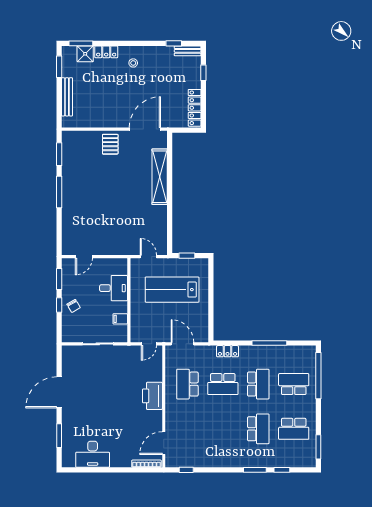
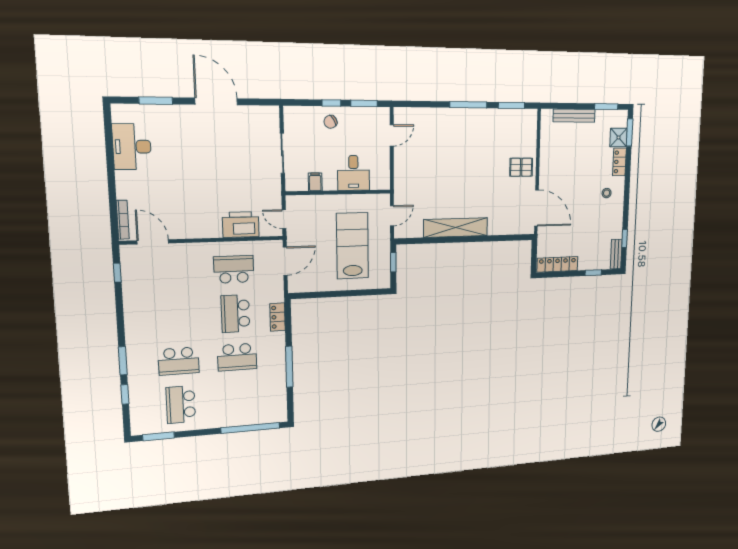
shelving: (160, 177) -> (456, 228), moved
door: (84, 257) -> (392, 135), swing flipped
school desk: (294, 384) -> (239, 400), removed
printer: (152, 396) -> (241, 225), moved

